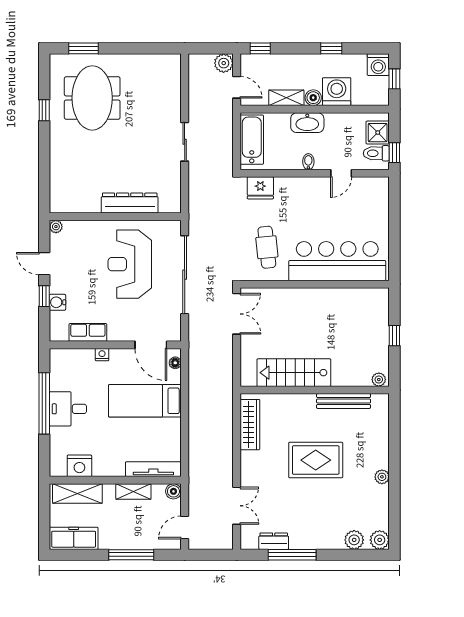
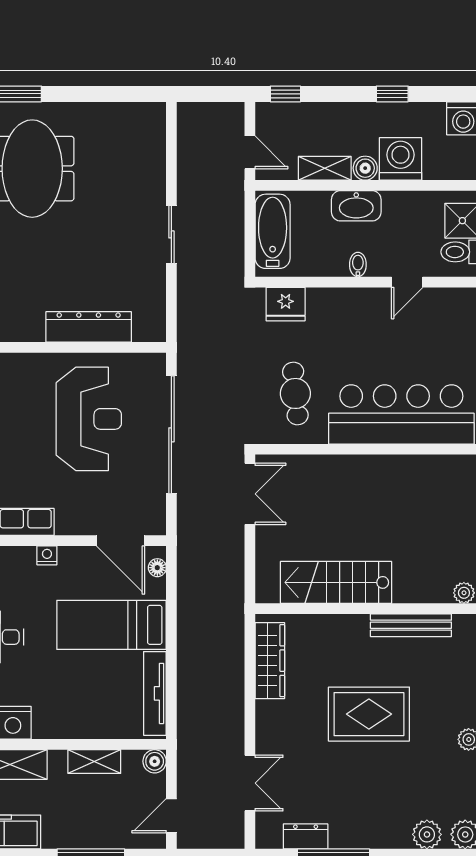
plant: (224, 63) -> (230, 116), removed
reception desk: (130, 264) -> (89, 419), turned 180
tv unit: (153, 469) -> (155, 693), moved, turned -90

